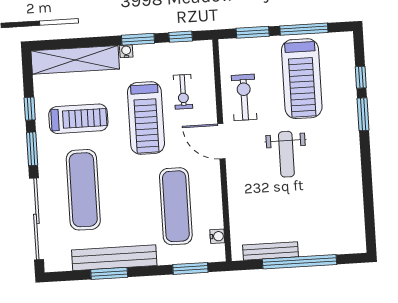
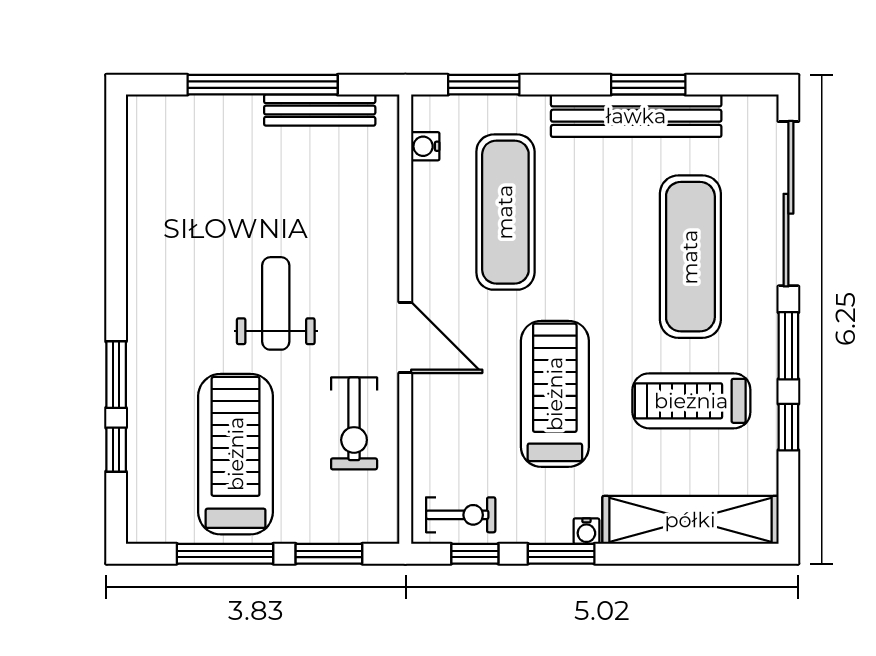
exercise bike: (183, 92) -> (461, 515), moved, turned 90

